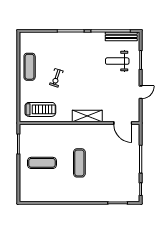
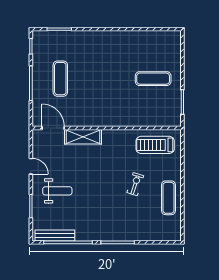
weight bench: (117, 61) -> (57, 191), moved
door: (141, 92) -> (31, 166), swing flipped
shelving: (87, 116) -> (83, 137), moved
exercise mat: (79, 163) -> (60, 79), moved

